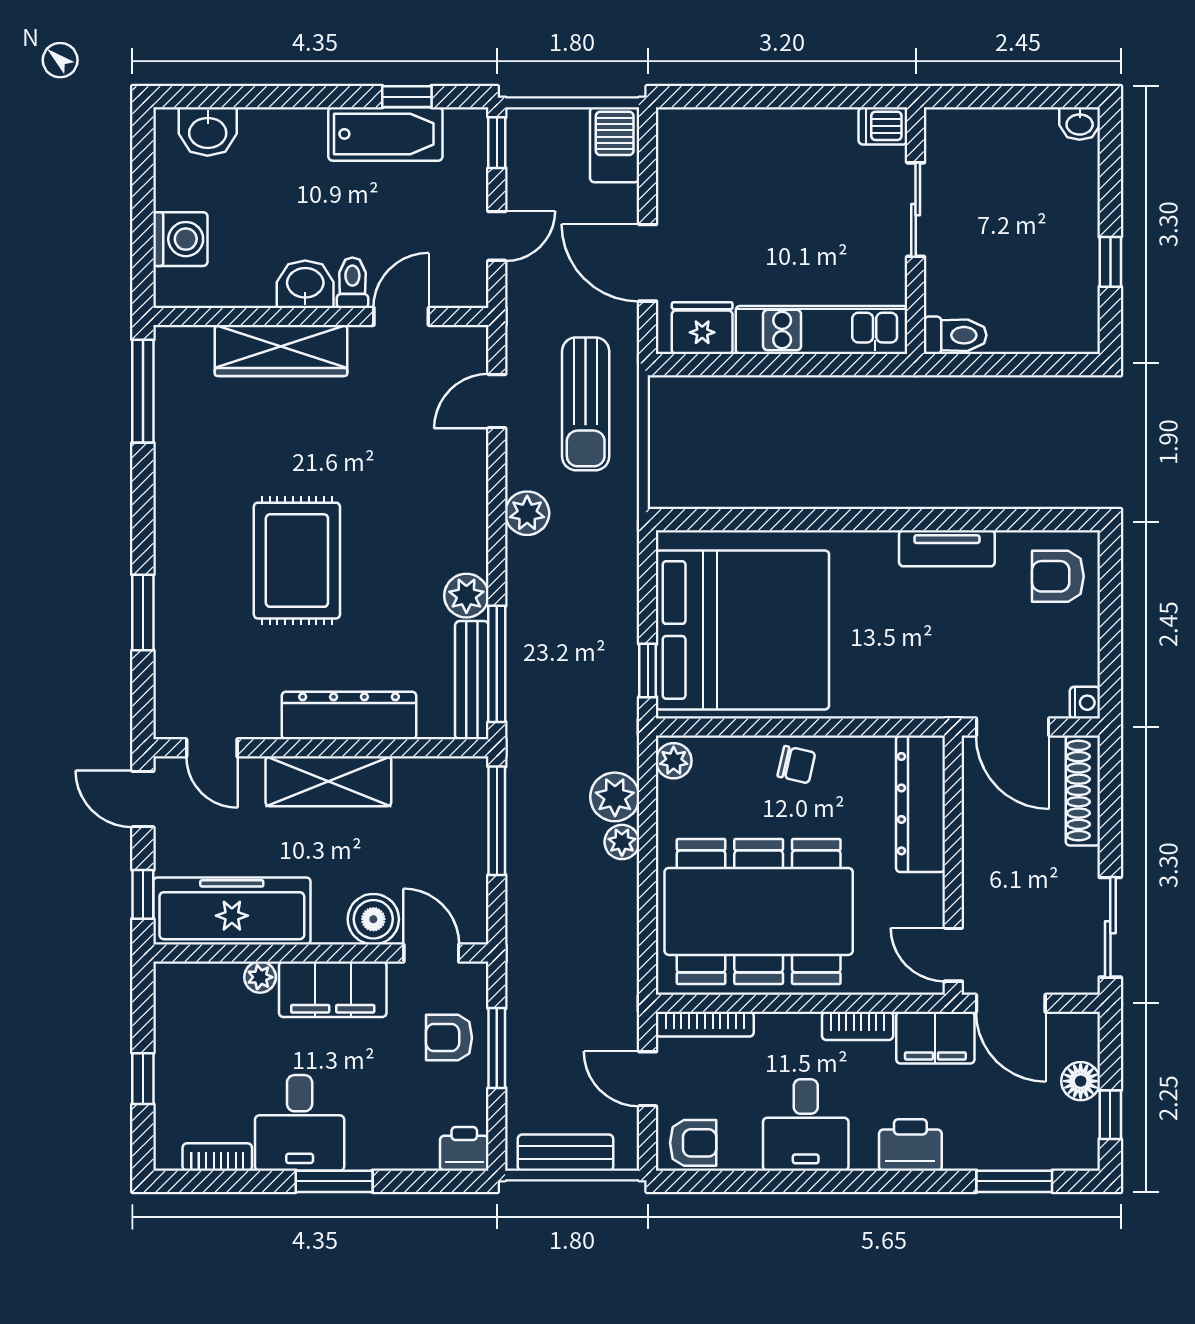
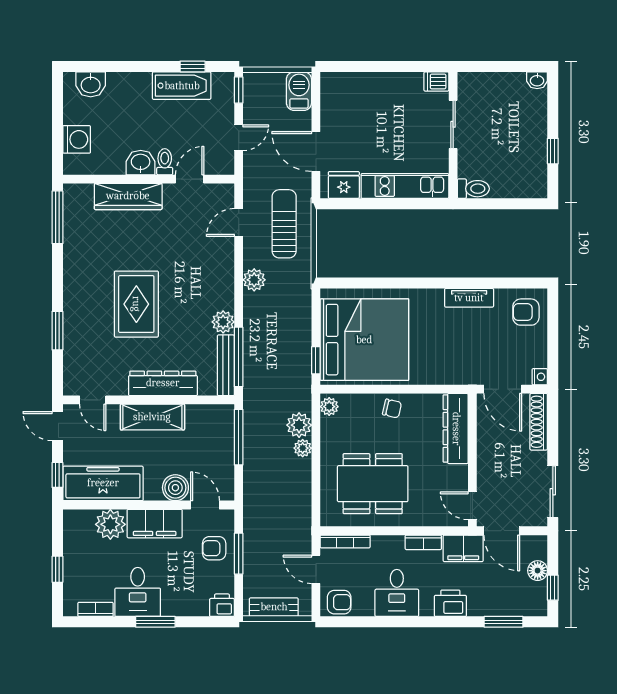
sun lounger: (586, 404) -> (284, 224), turned 180
dining table: (759, 911) -> (373, 484), width x0.73, depth x0.80
plant: (260, 977) -> (110, 524), width x1.88, depth x1.88

